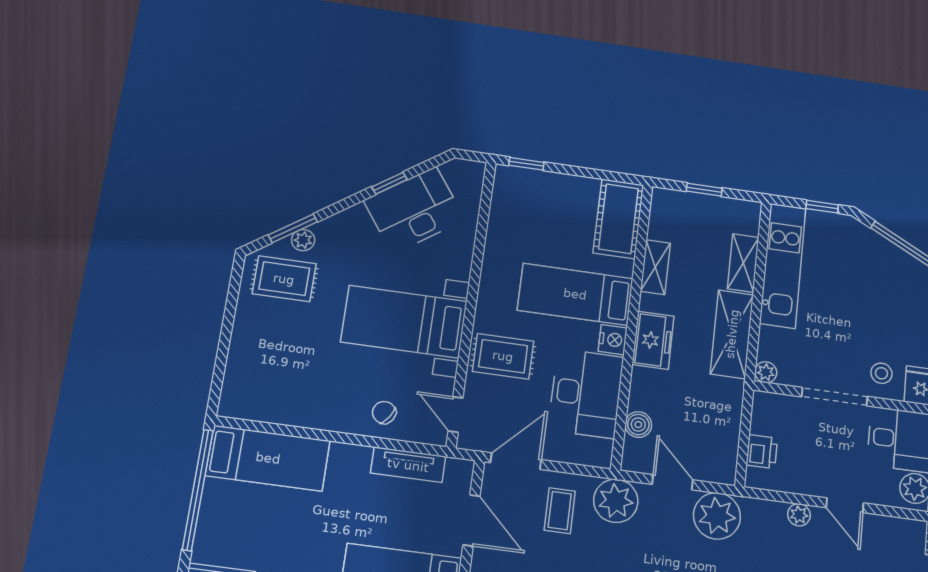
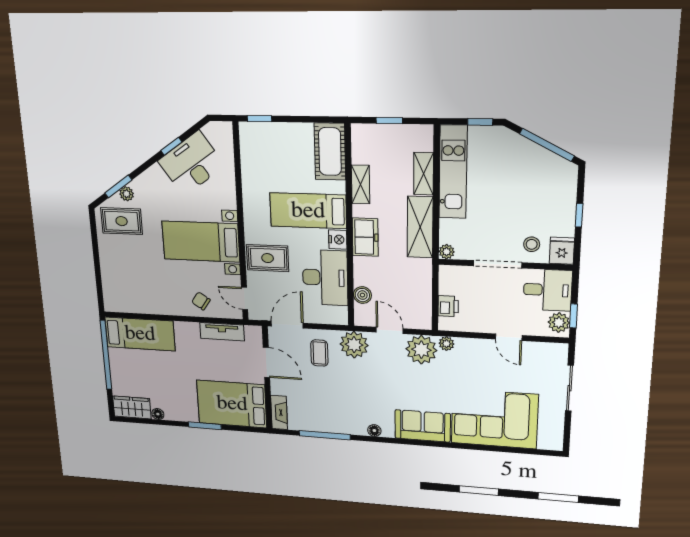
plant: (799, 515) -> (446, 344), moved

